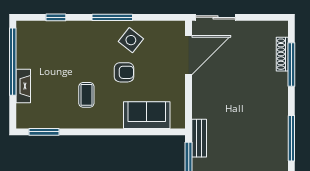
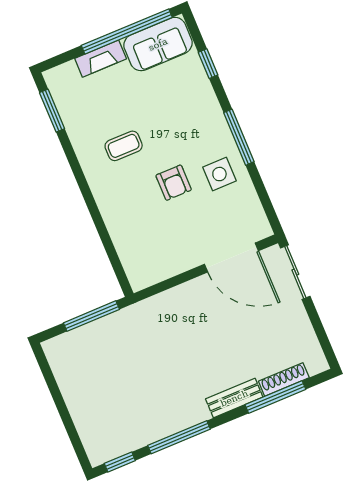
side table: (131, 40) -> (219, 174), turned -38
sofa: (147, 115) -> (158, 44), moved, turned 90
bench: (199, 138) -> (234, 398), moved

